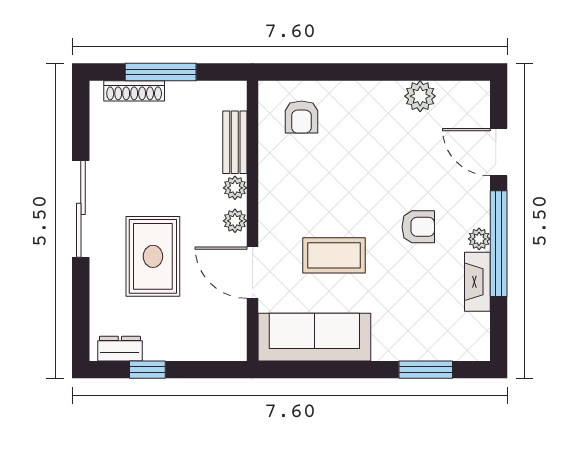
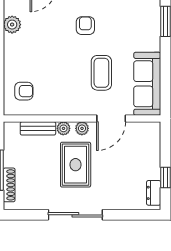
rug: (153, 256) -> (76, 165), moved, turned 90

